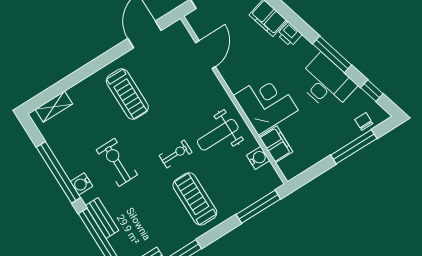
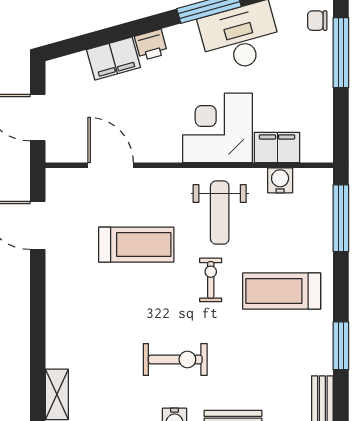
treadmill: (127, 94) -> (136, 245), moved
exercise bike: (117, 162) -> (175, 360), turned 180

